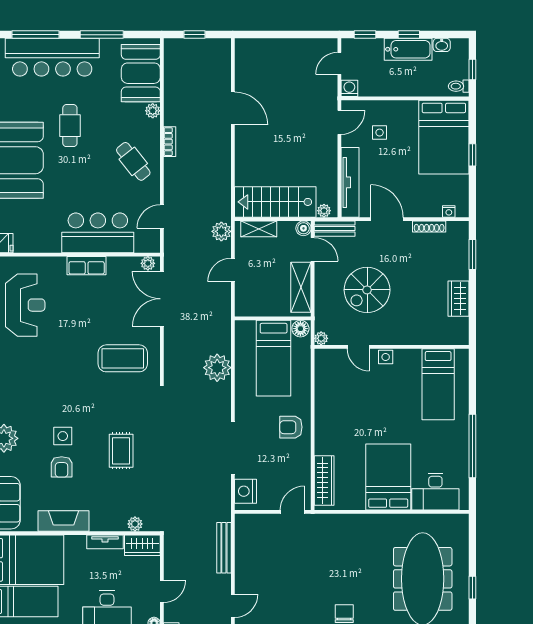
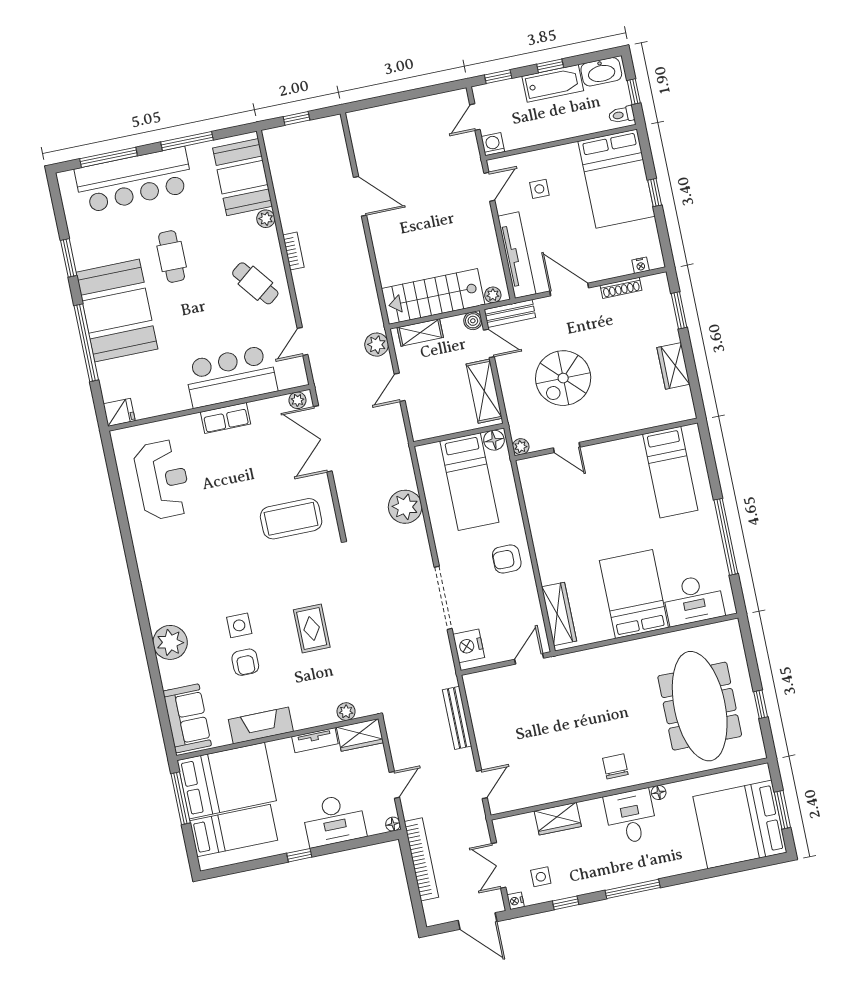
washbasin: (442, 45) -> (601, 72), width x1.91, depth x1.45
side table: (386, 357) -> (602, 453), removed

